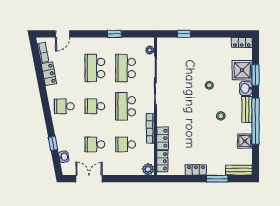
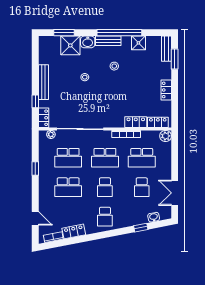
bench: (204, 42) -> (43, 82), added
locker: (242, 42) -> (44, 118), moved
window: (256, 75) -> (64, 33), moved
school desk: (126, 144) -> (142, 158), width x1.85
window: (217, 179) -> (175, 59), moved

